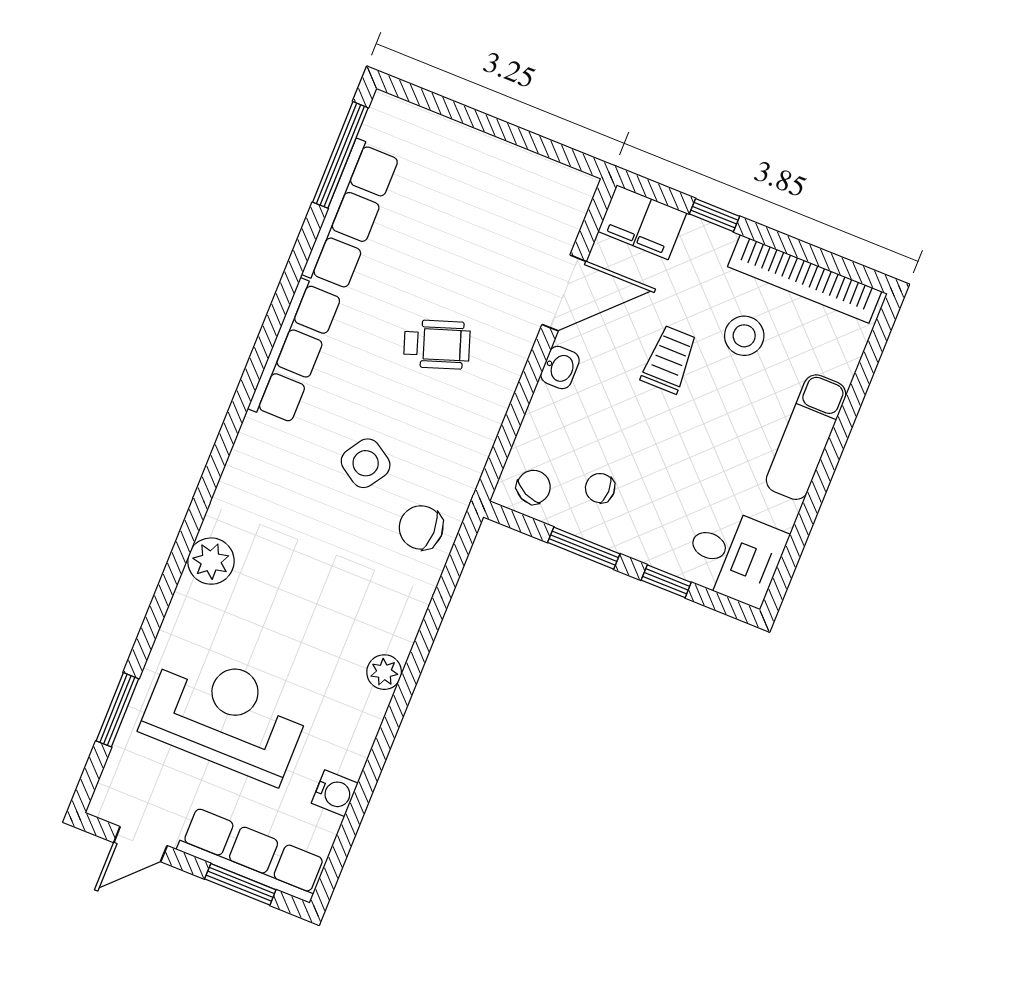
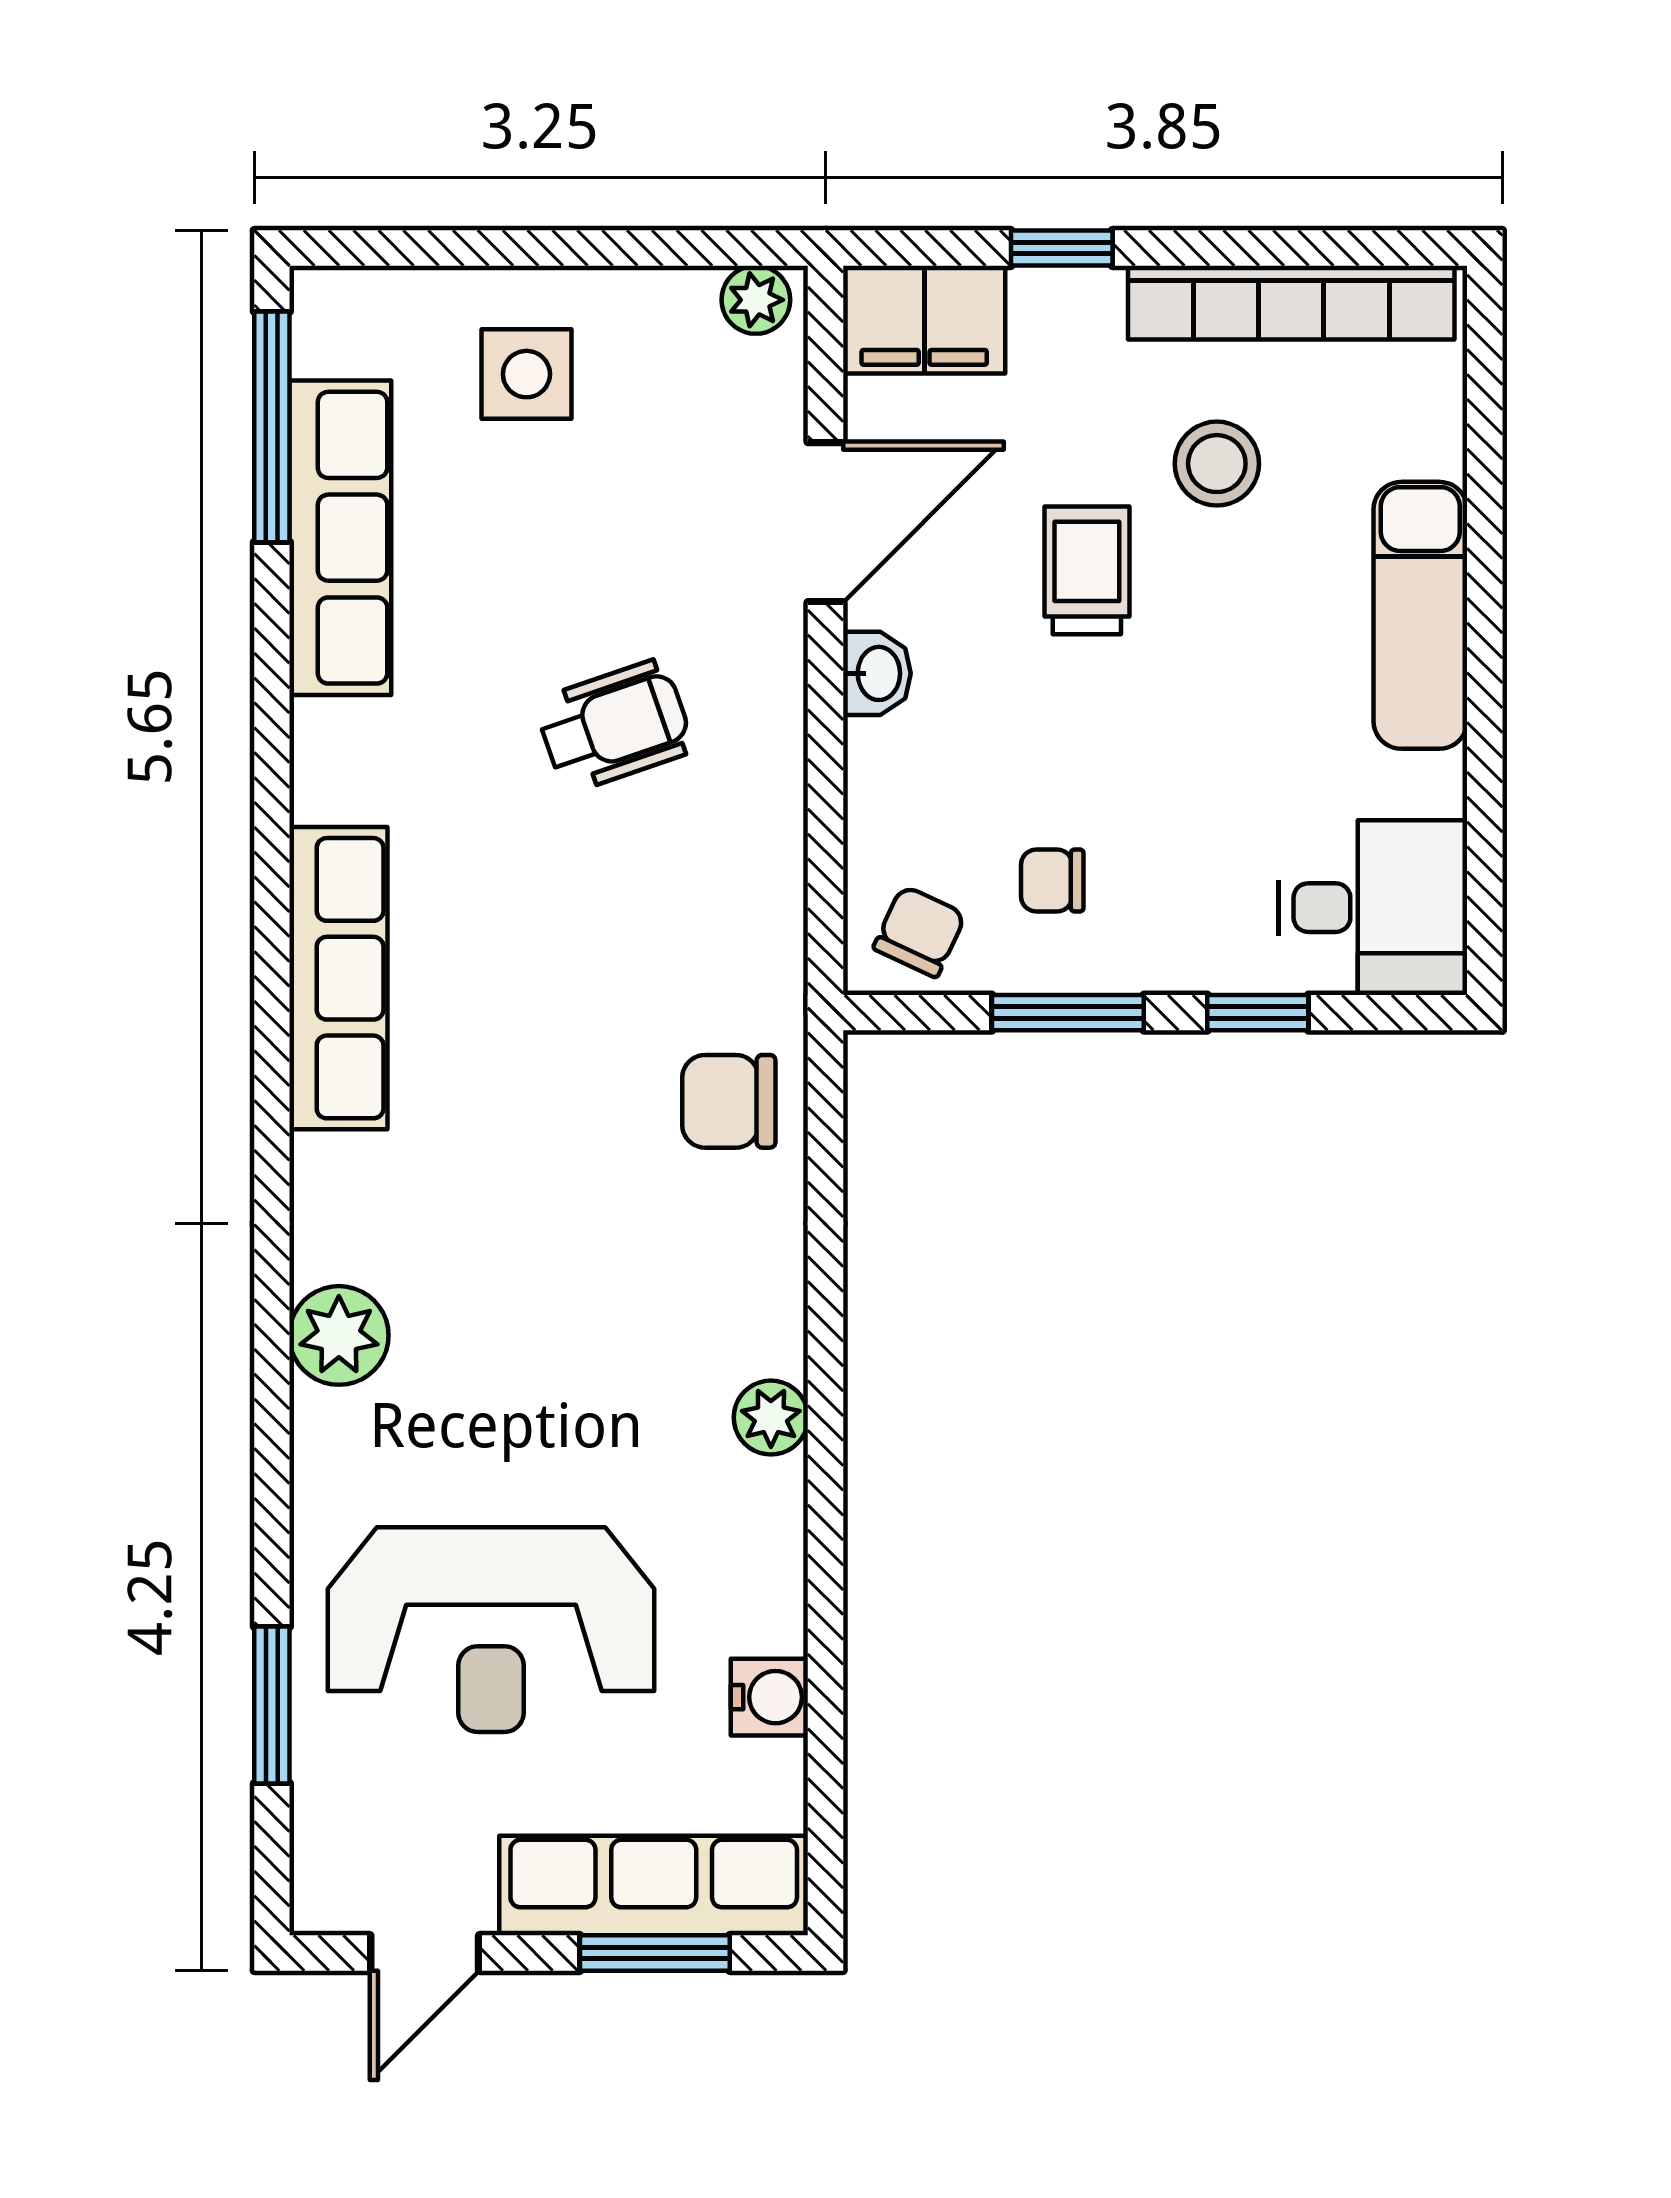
plant: (573, 184) -> (756, 300), added
row of seats: (295, 352) -> (338, 978), moved
side table: (366, 463) -> (526, 374), moved, turned -33
reception desk: (226, 715) -> (491, 1630), turned 180

